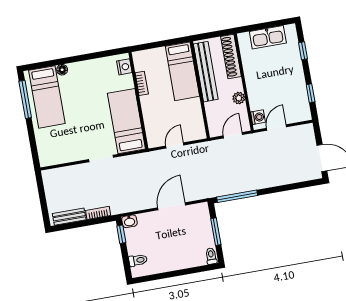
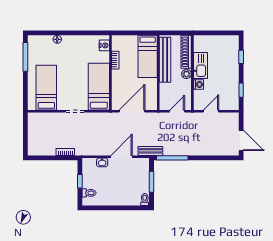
kitchen sink: (268, 37) -> (200, 65), moved, turned -90
bed: (47, 97) -> (46, 88), moved, turned 180
plant: (239, 98) -> (186, 74), moved
washing machine: (258, 117) -> (198, 84), moved
door: (175, 145) -> (132, 111), width x1.88
bench: (69, 217) -> (150, 151), moved
washbasin: (129, 221) -> (102, 162), moved
window: (121, 234) -> (80, 181), moved

